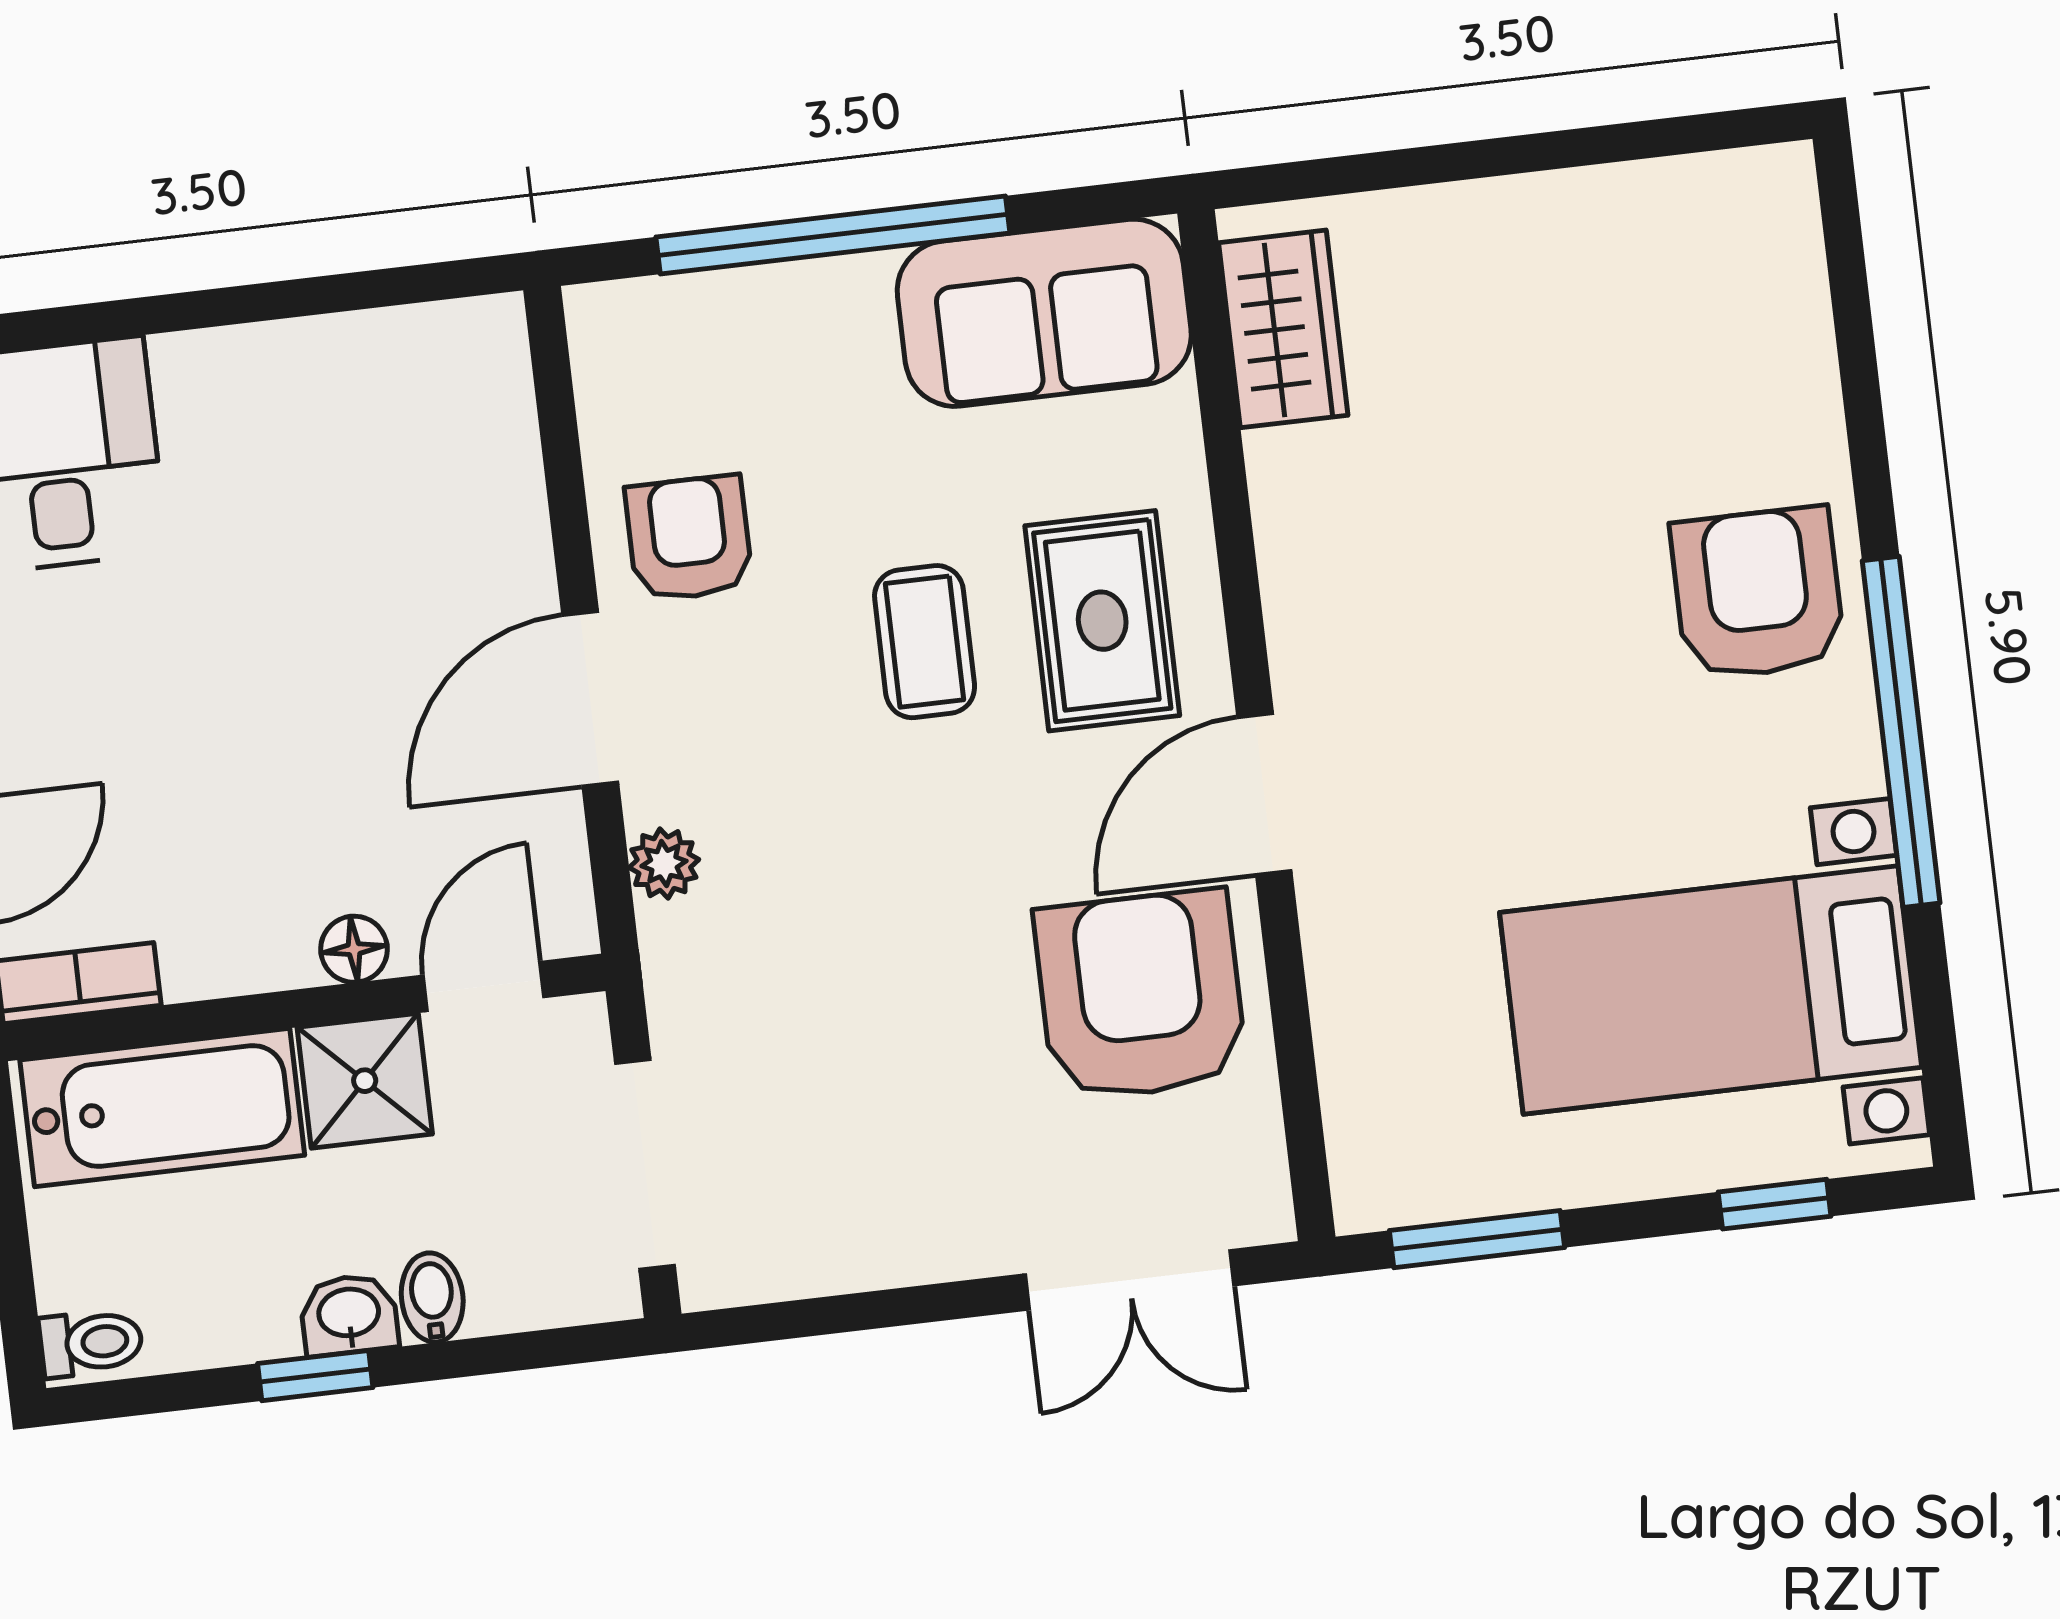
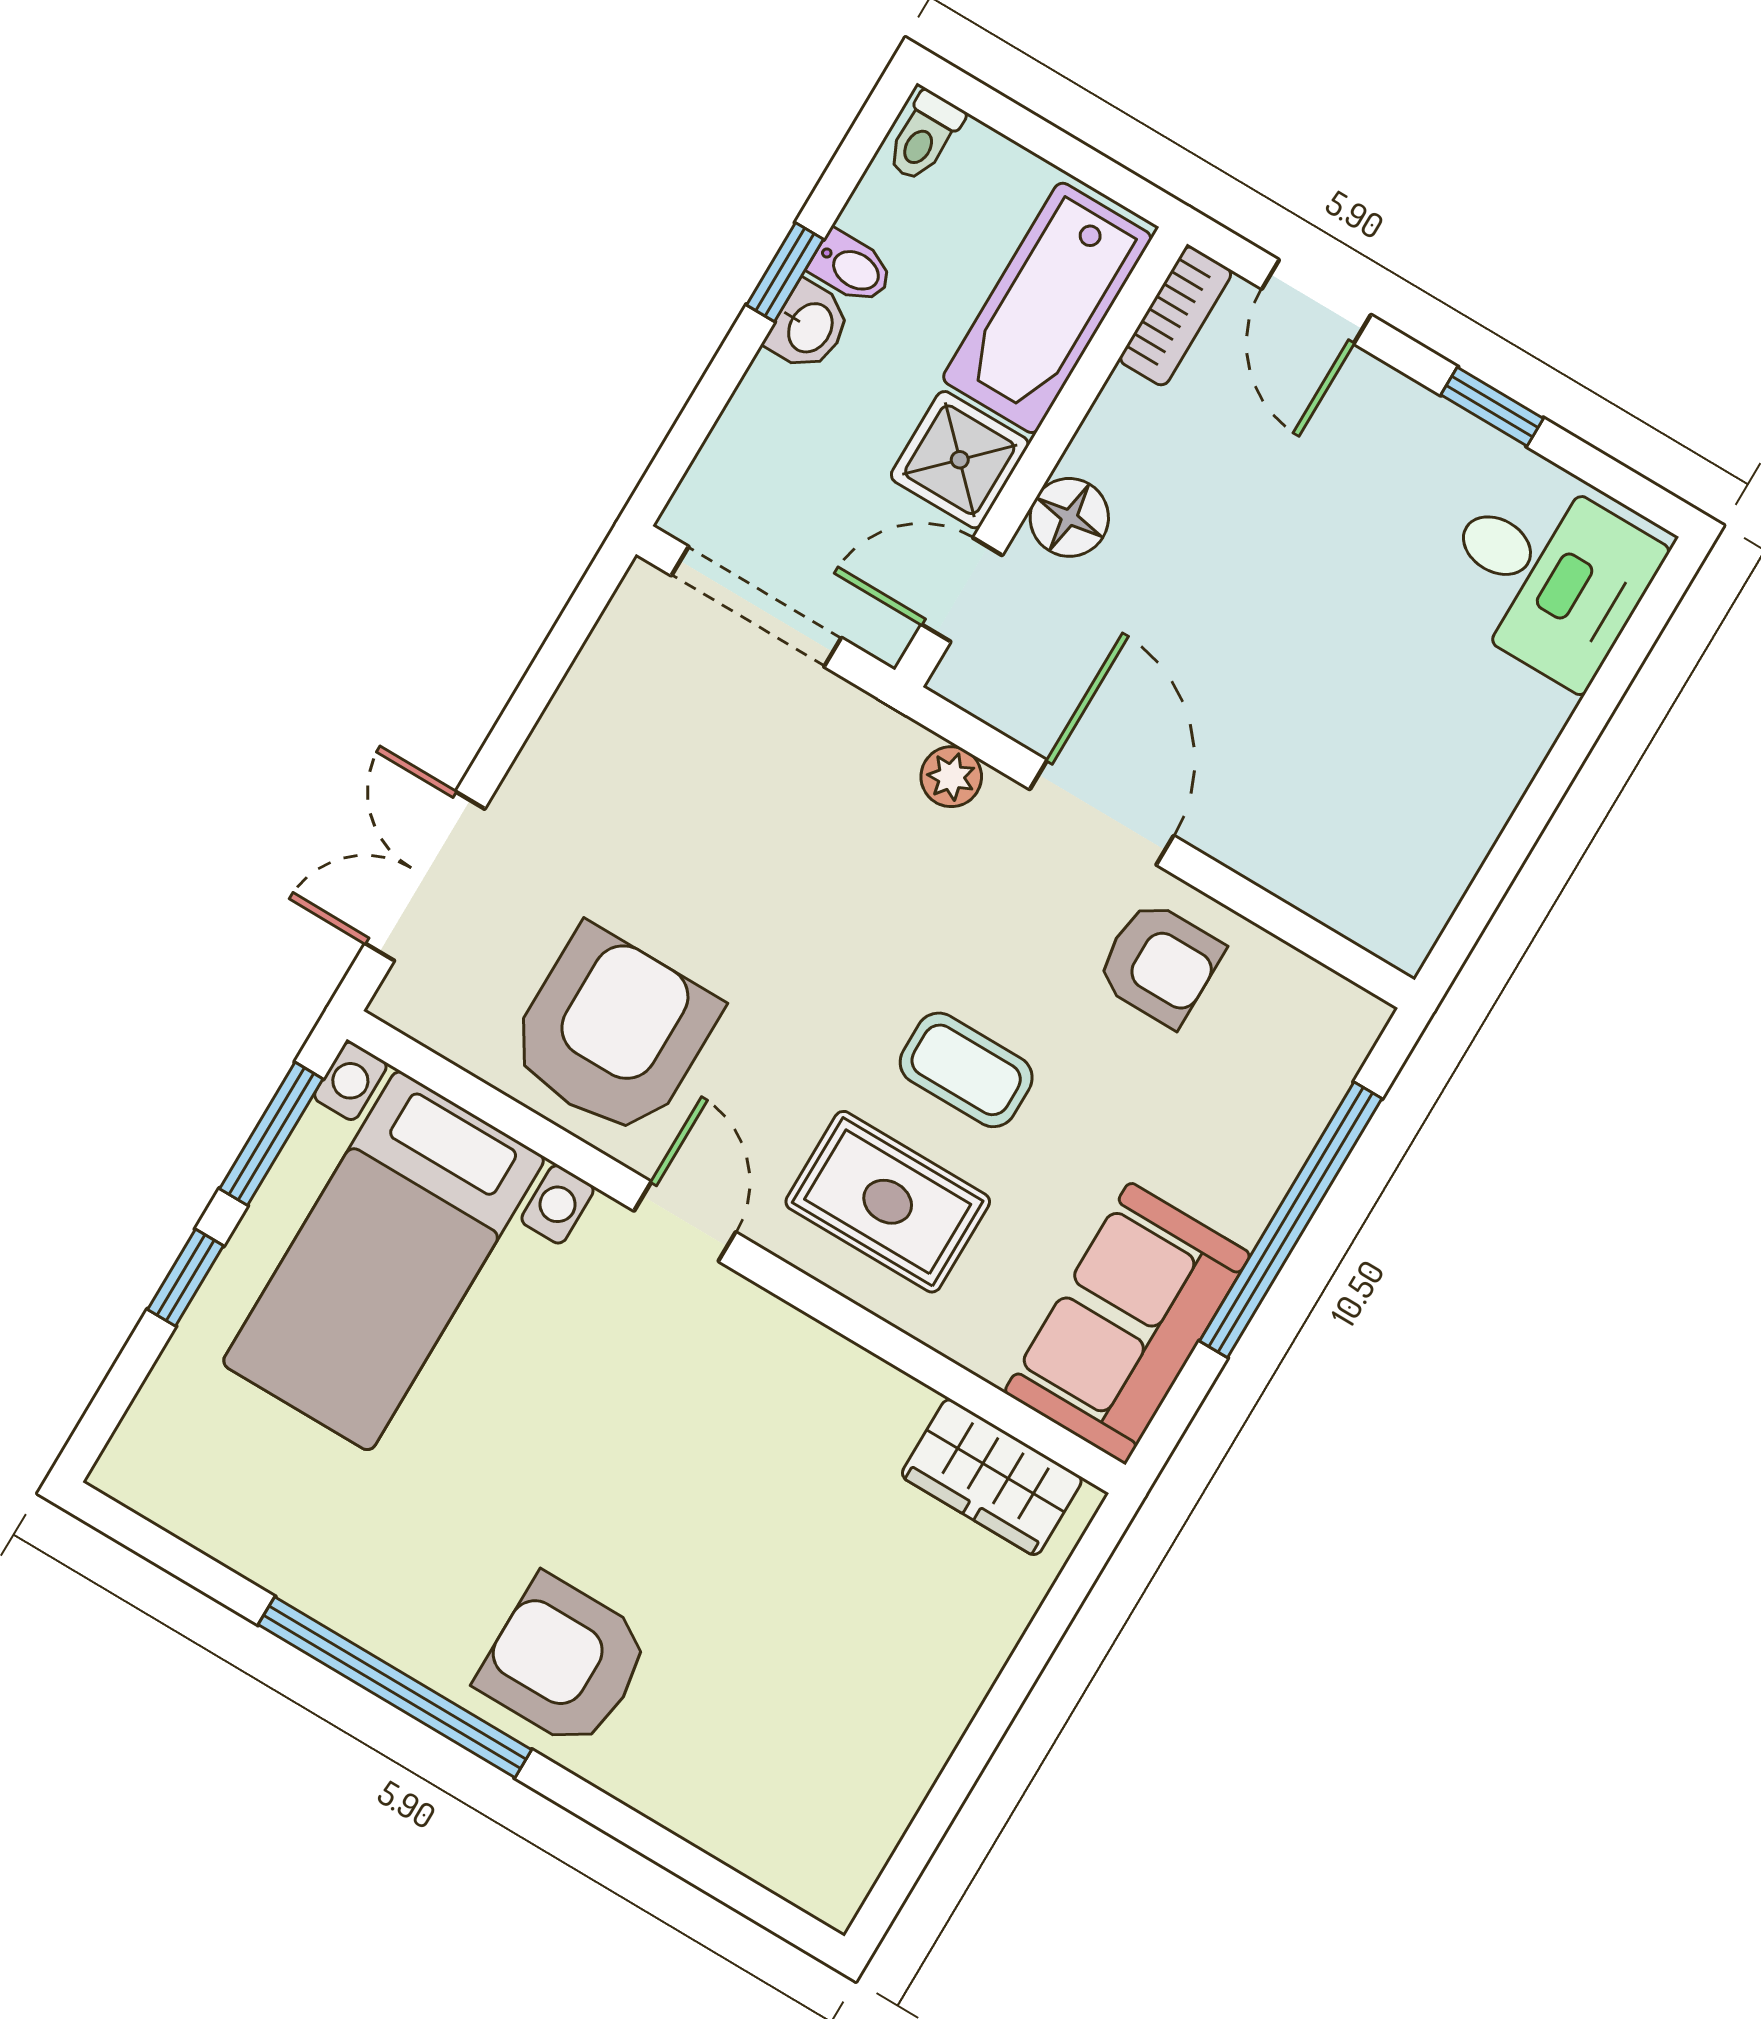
armchair: (1758, 593) -> (564, 1662), turned 180
door: (1264, 794) -> (685, 1221), width x0.73
floor lamp: (354, 949) -> (1069, 517), width x1.37, depth x1.37
door: (484, 986) -> (962, 590), swing flipped
bed with nightstands: (1711, 990) -> (384, 1261), moved, turned 180
armchair: (1141, 995) -> (613, 1032), turned -90
window: (1775, 1204) -> (186, 1278), moved
bidet: (432, 1298) -> (851, 268), moved

